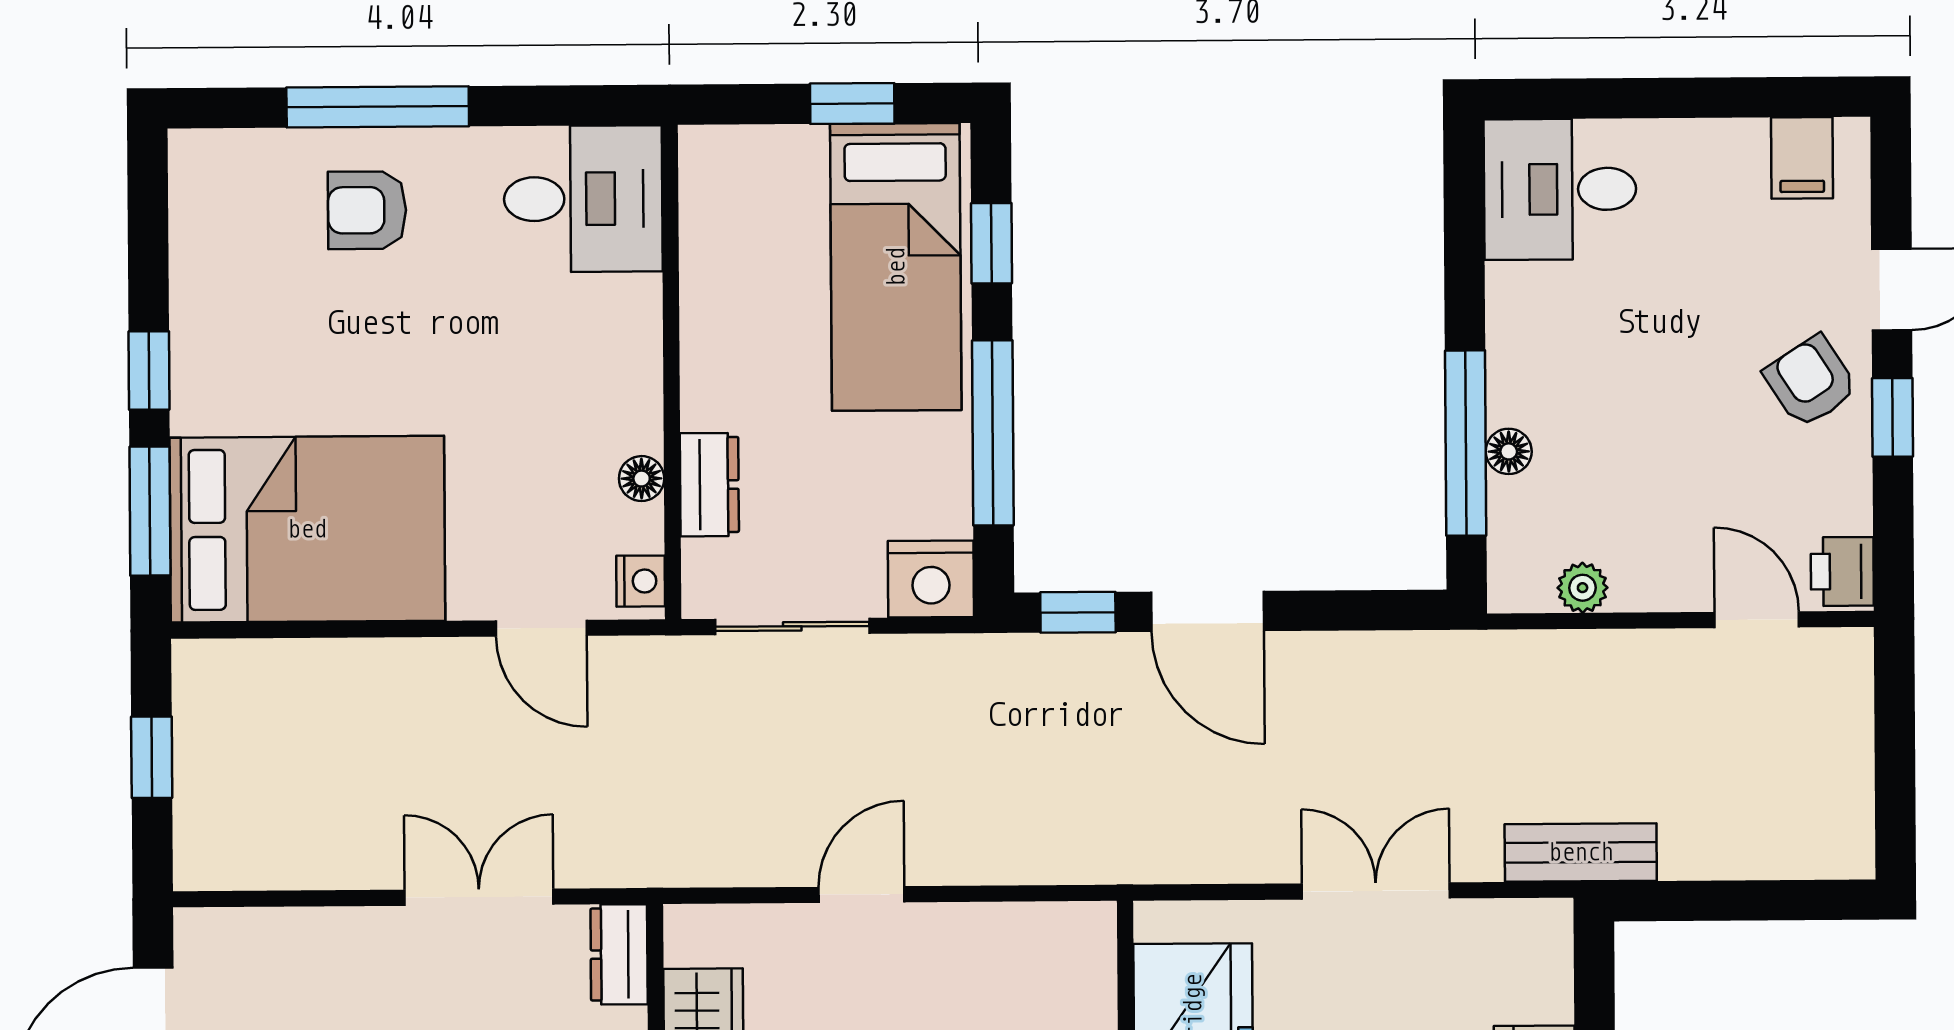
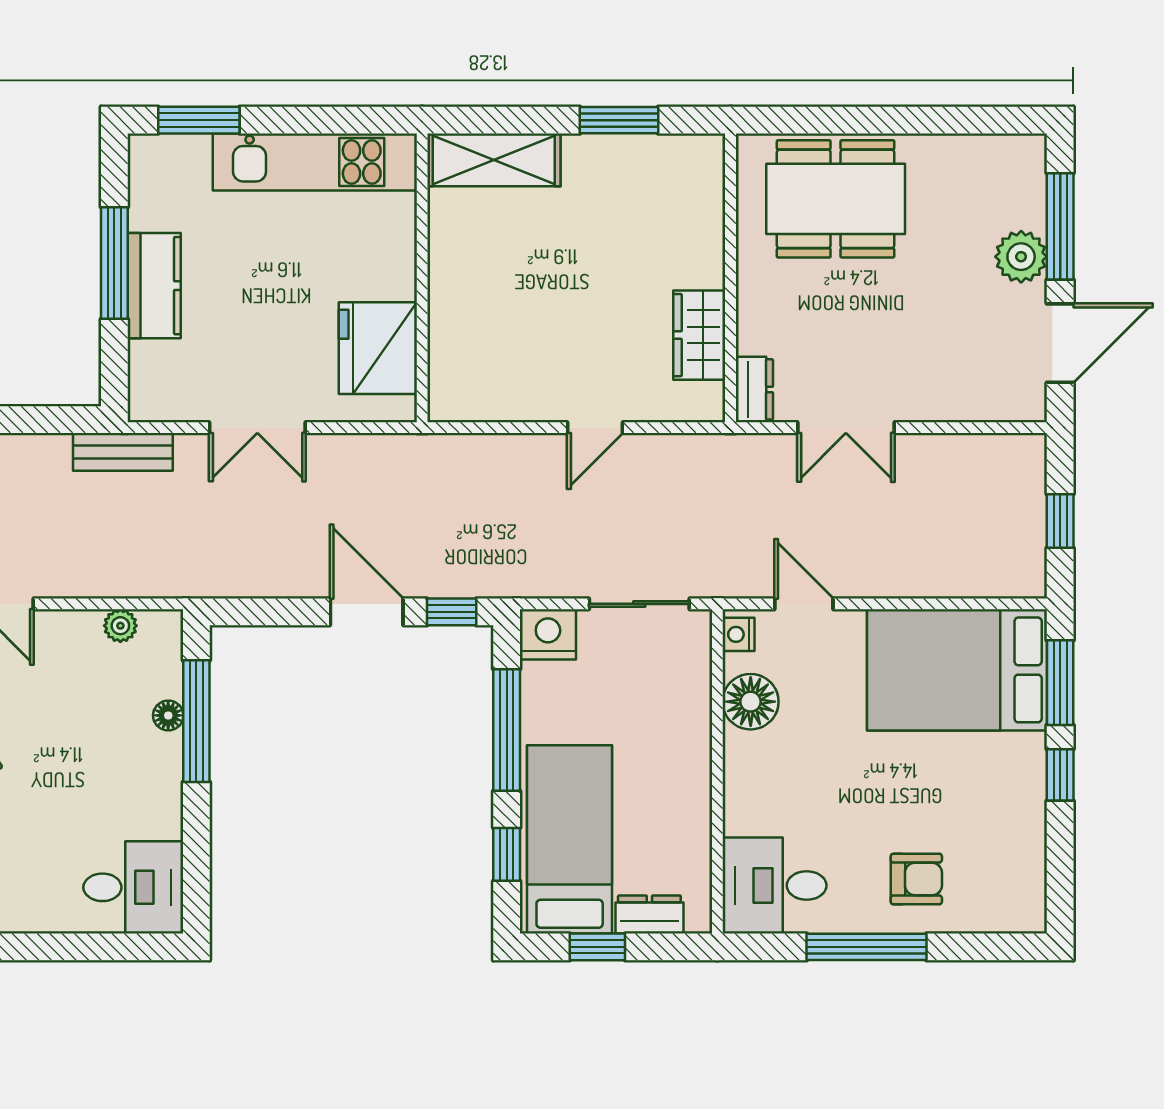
window: (378, 107) -> (867, 947), moved
floor lamp: (642, 479) -> (751, 702), width x1.89, depth x1.89
dresser: (709, 485) -> (649, 914), moved, turned 90

